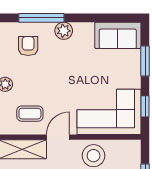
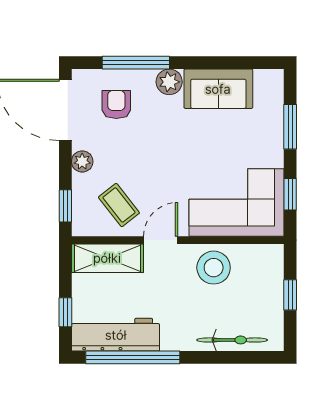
sofa: (118, 35) -> (218, 89), moved
coffee table: (30, 114) -> (119, 205), turned 52

